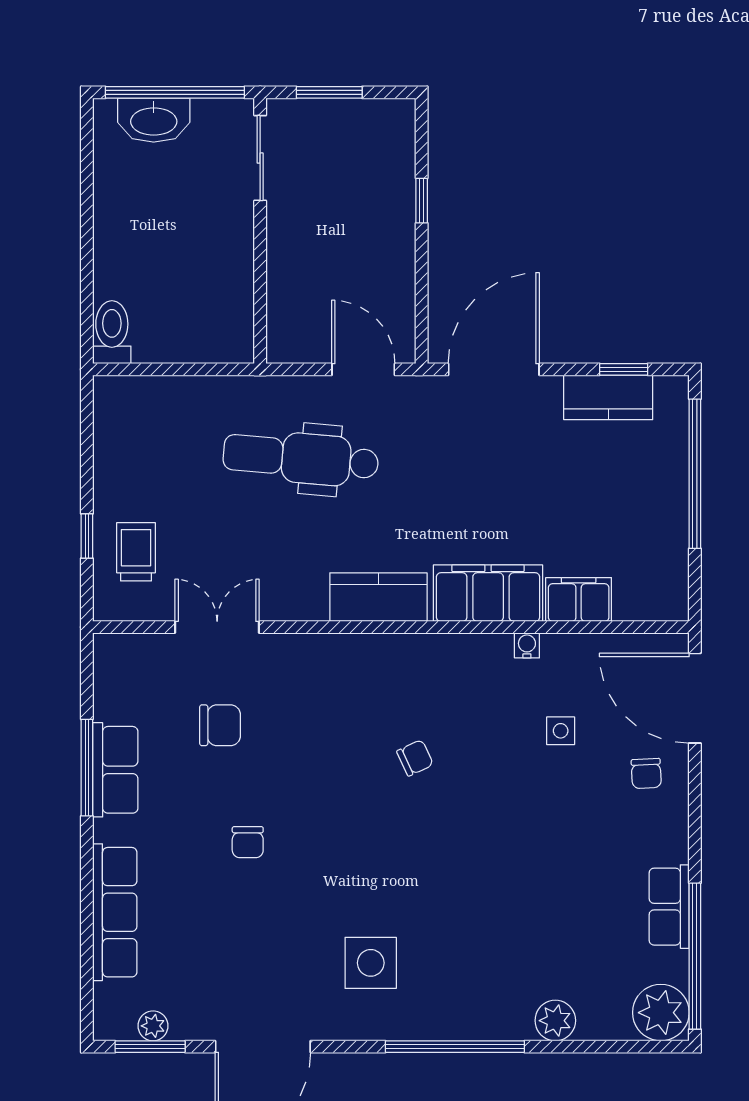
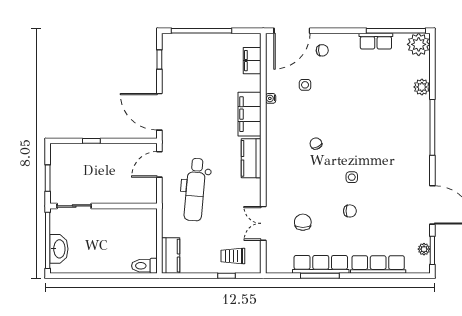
kitchen counter: (608, 397) -> (171, 256), moved
filing cabinet: (579, 600) -> (252, 61), moved
row of seats: (115, 770) -> (321, 264), width x1.48
side table: (371, 963) -> (352, 177), moved, width x0.54, depth x0.54

